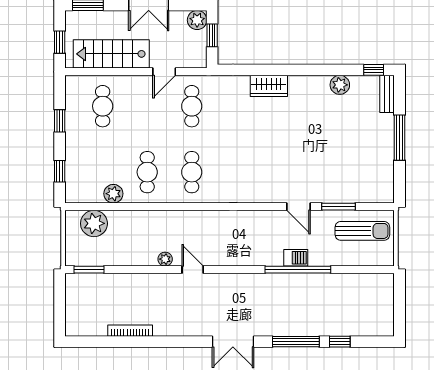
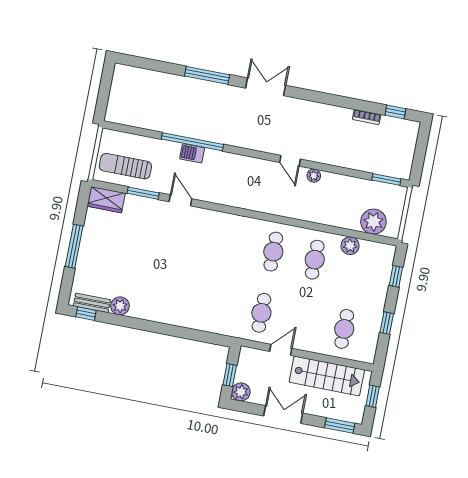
wardrobe: (269, 86) -> (106, 200), moved, turned 180
bench: (387, 94) -> (92, 303), moved, turned 90
bookcase: (130, 331) -> (367, 117), width x0.64
window: (340, 342) -> (395, 112), moved

